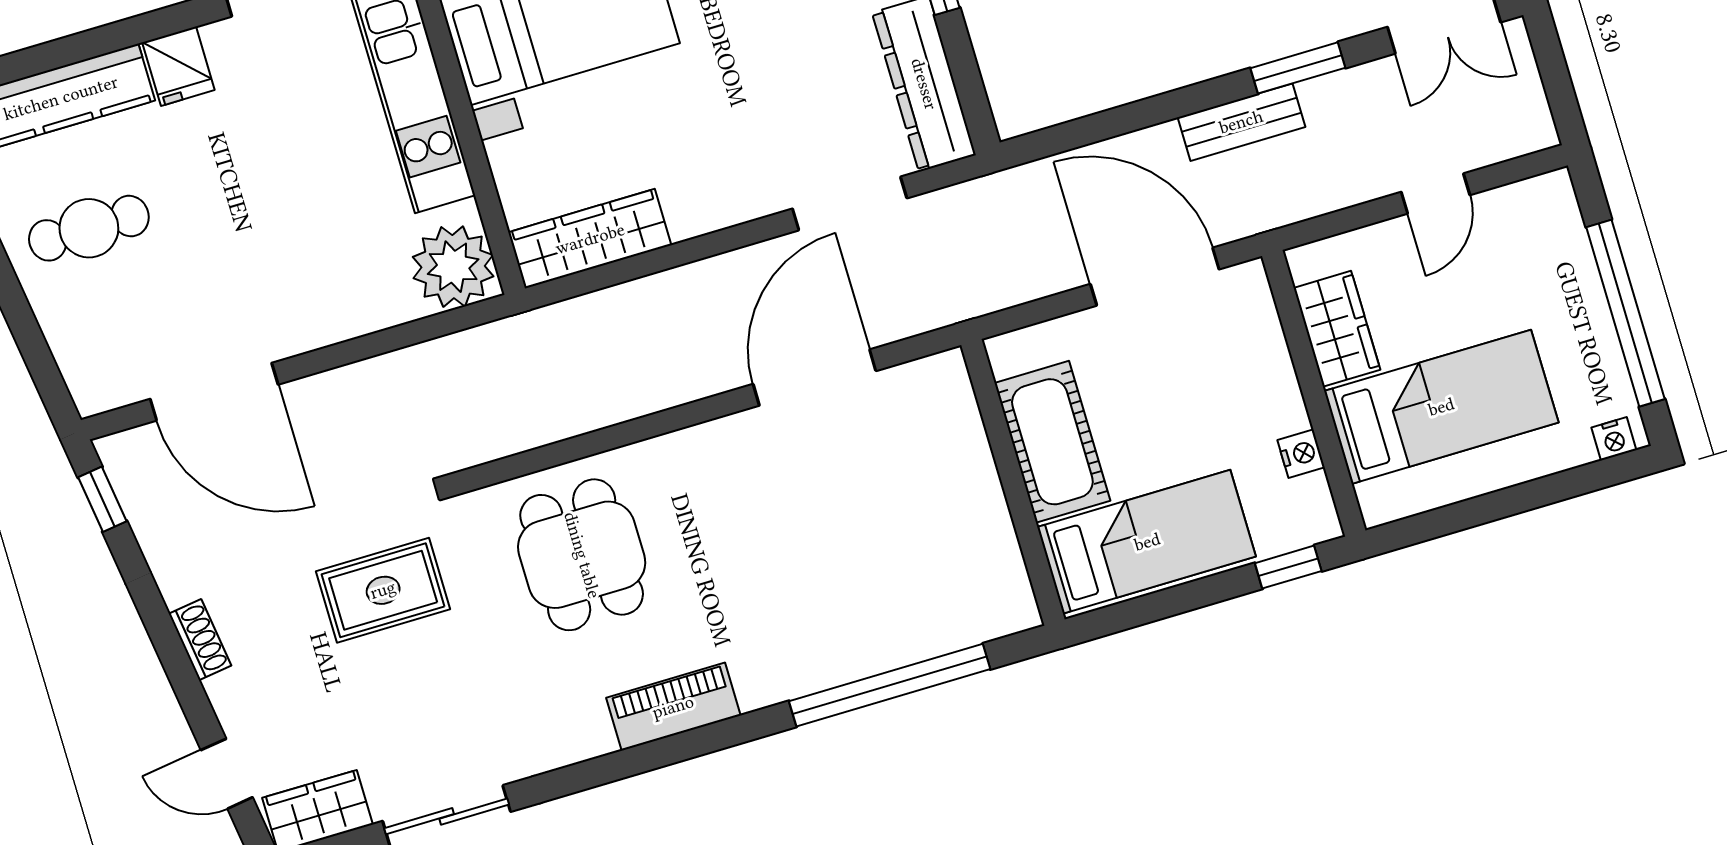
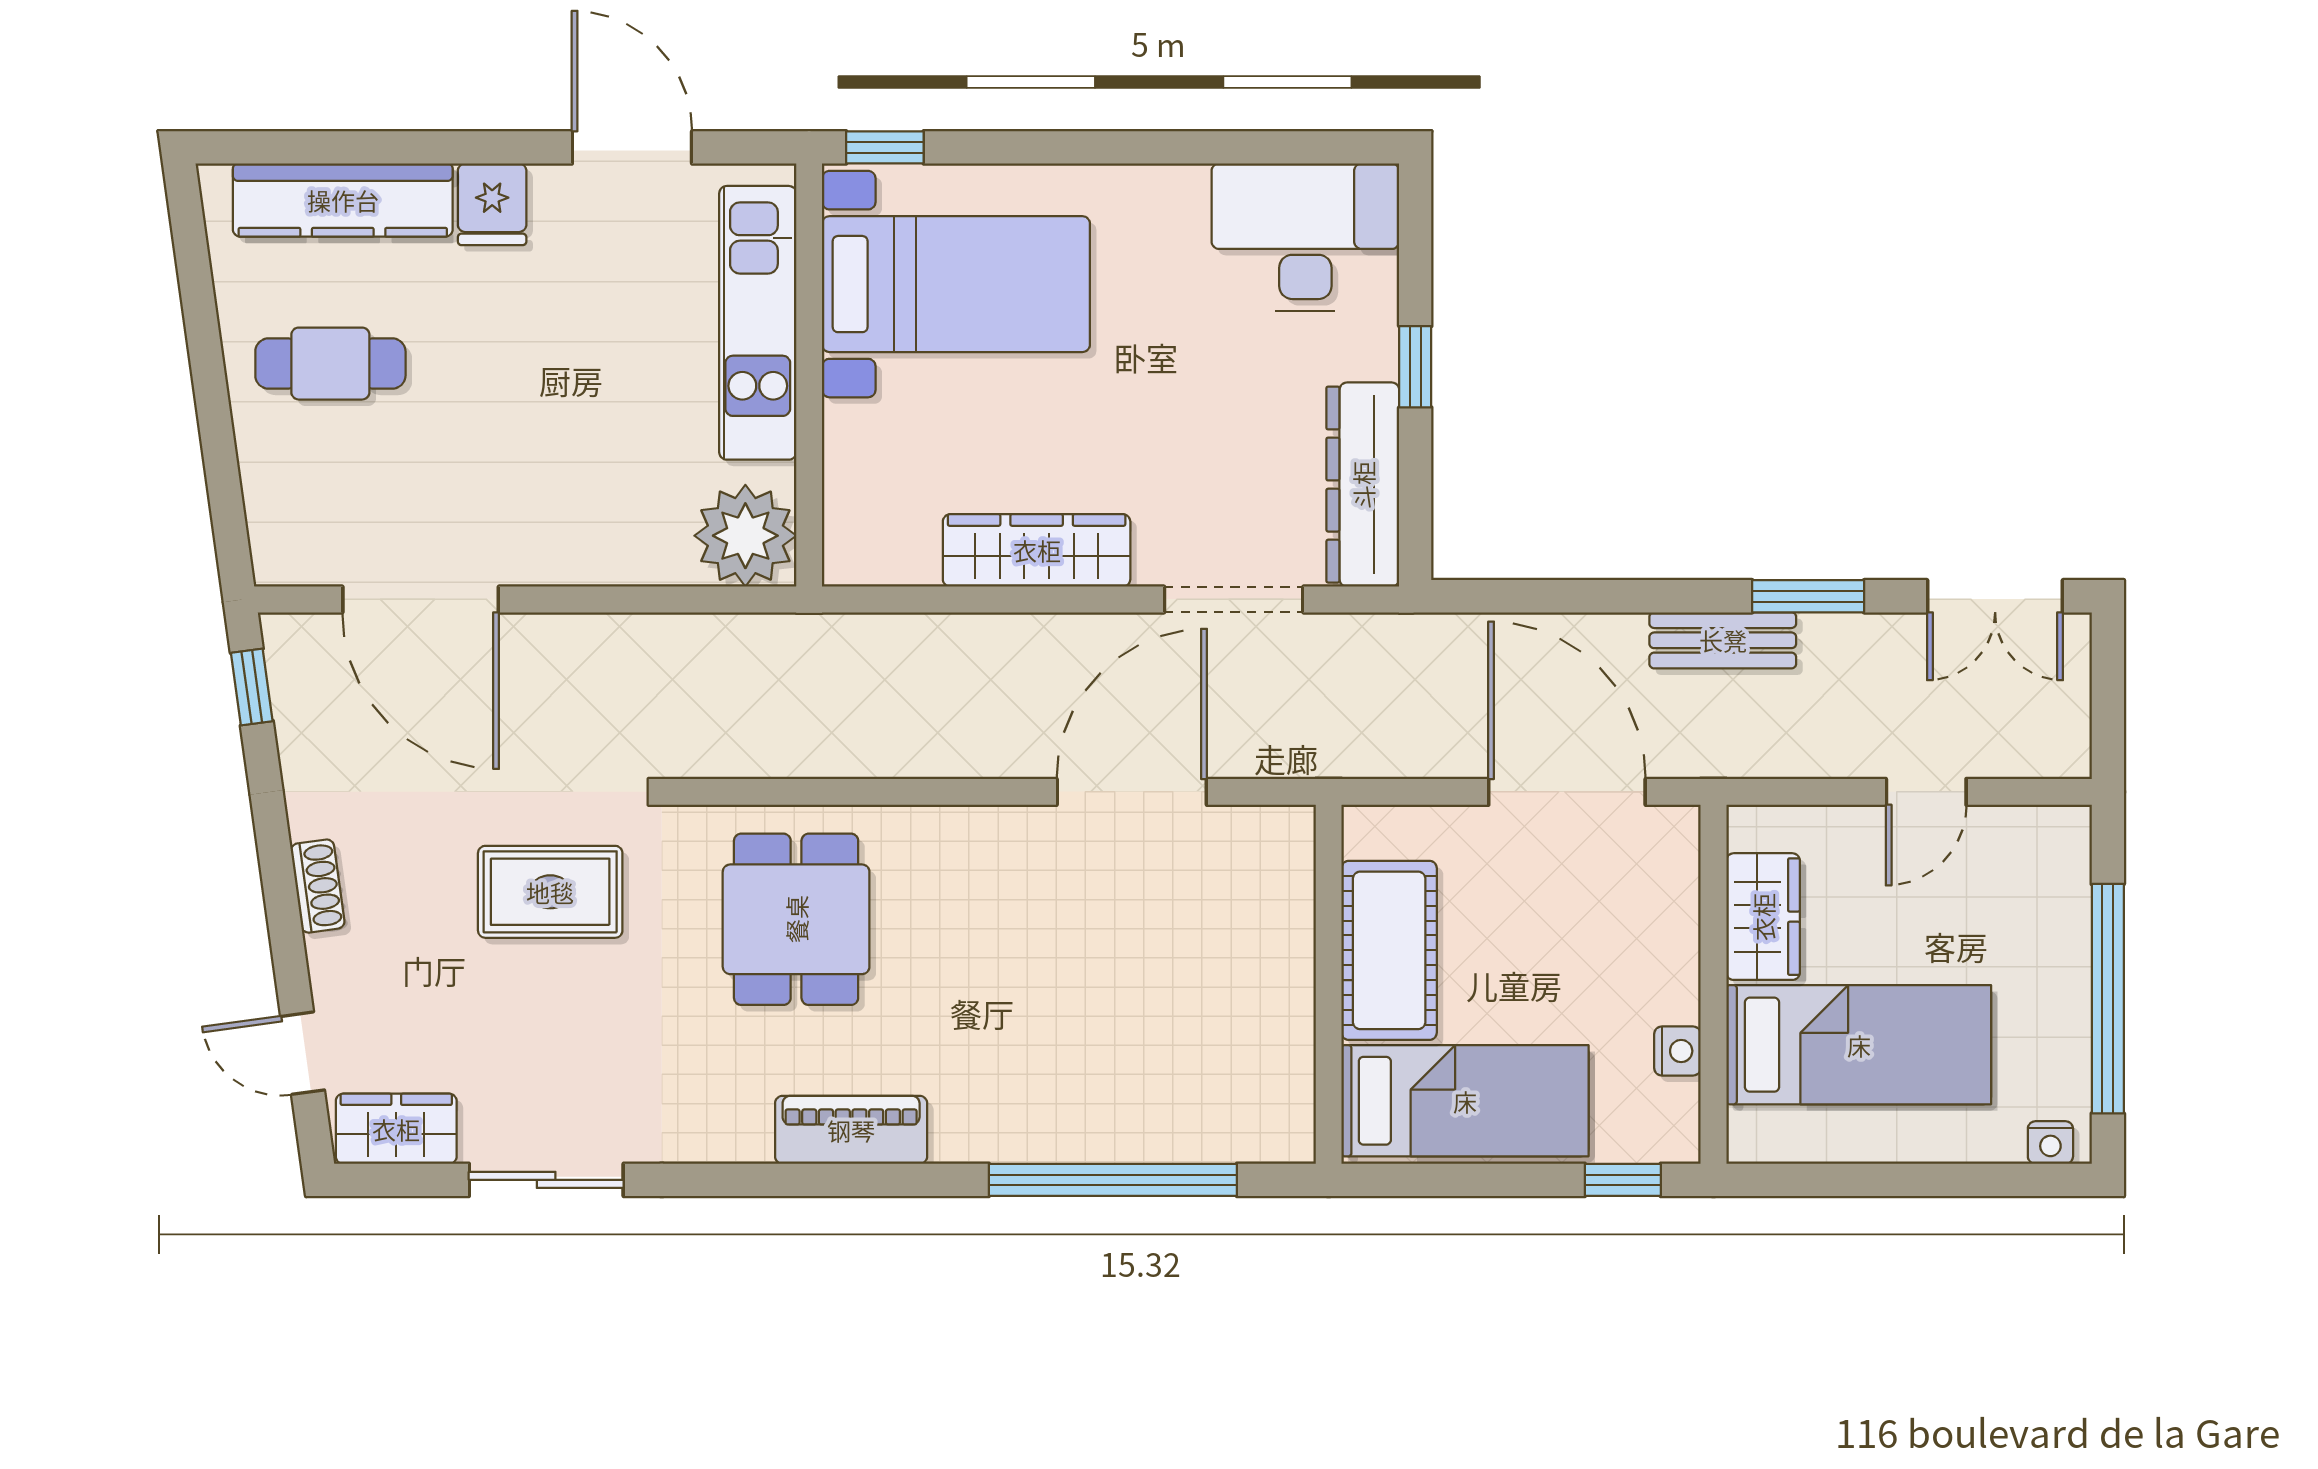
wardrobe: (590, 239) -> (1037, 550), moved

